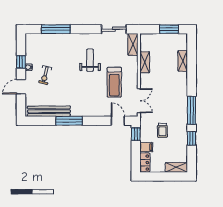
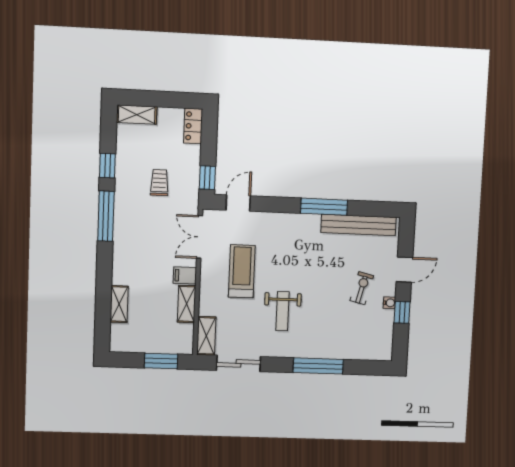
window: (56, 29) -> (318, 366), moved
window: (169, 29) -> (161, 361), moved
door: (118, 121) -> (238, 203), swing flipped
filing cabinet: (146, 147) -> (185, 275), moved

